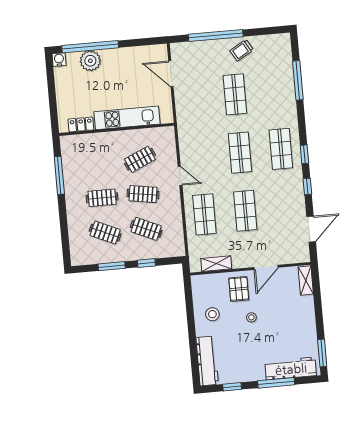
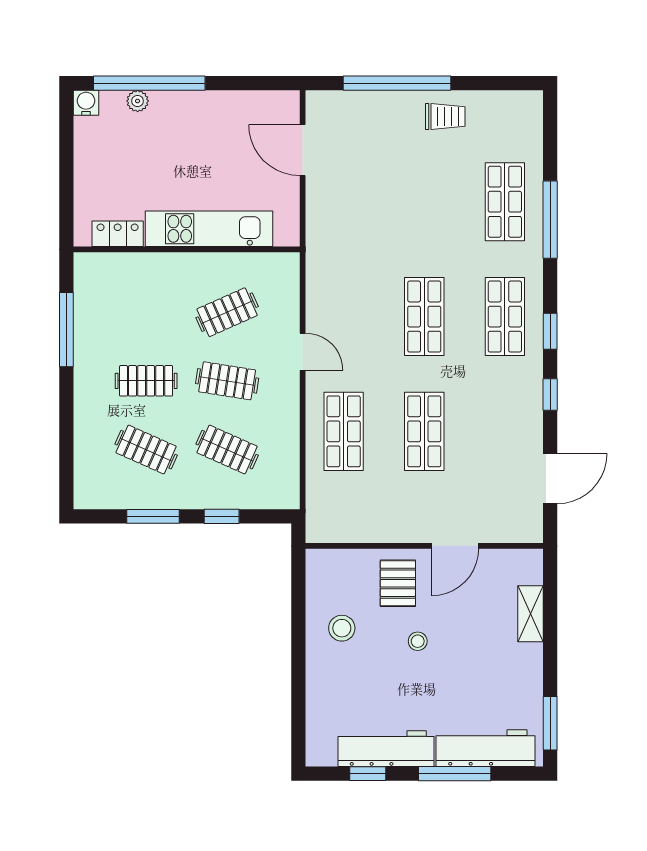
trolley: (242, 50) -> (445, 116), turned -150
plant: (90, 61) -> (138, 101), width x0.53, depth x0.53
window: (298, 80) -> (550, 220), moved
shop shelf: (235, 94) -> (505, 202), moved
shelving: (216, 264) -> (358, 530), removed
shelving: (306, 280) -> (530, 614), moved
workbench: (207, 361) -> (386, 749), moved, turned -90

